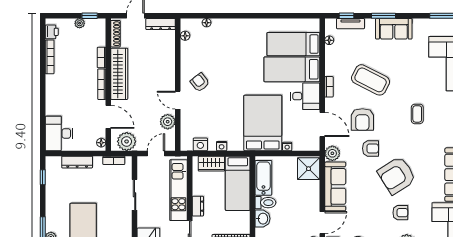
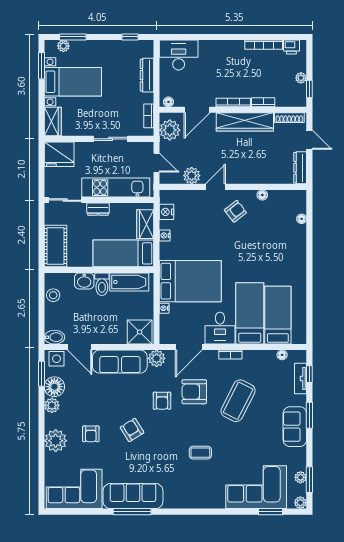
plant: (440, 24) -> (301, 477), added
floor lamp: (185, 36) -> (262, 195), moved
armchair: (397, 175) -> (132, 430), width x0.53, depth x0.53

